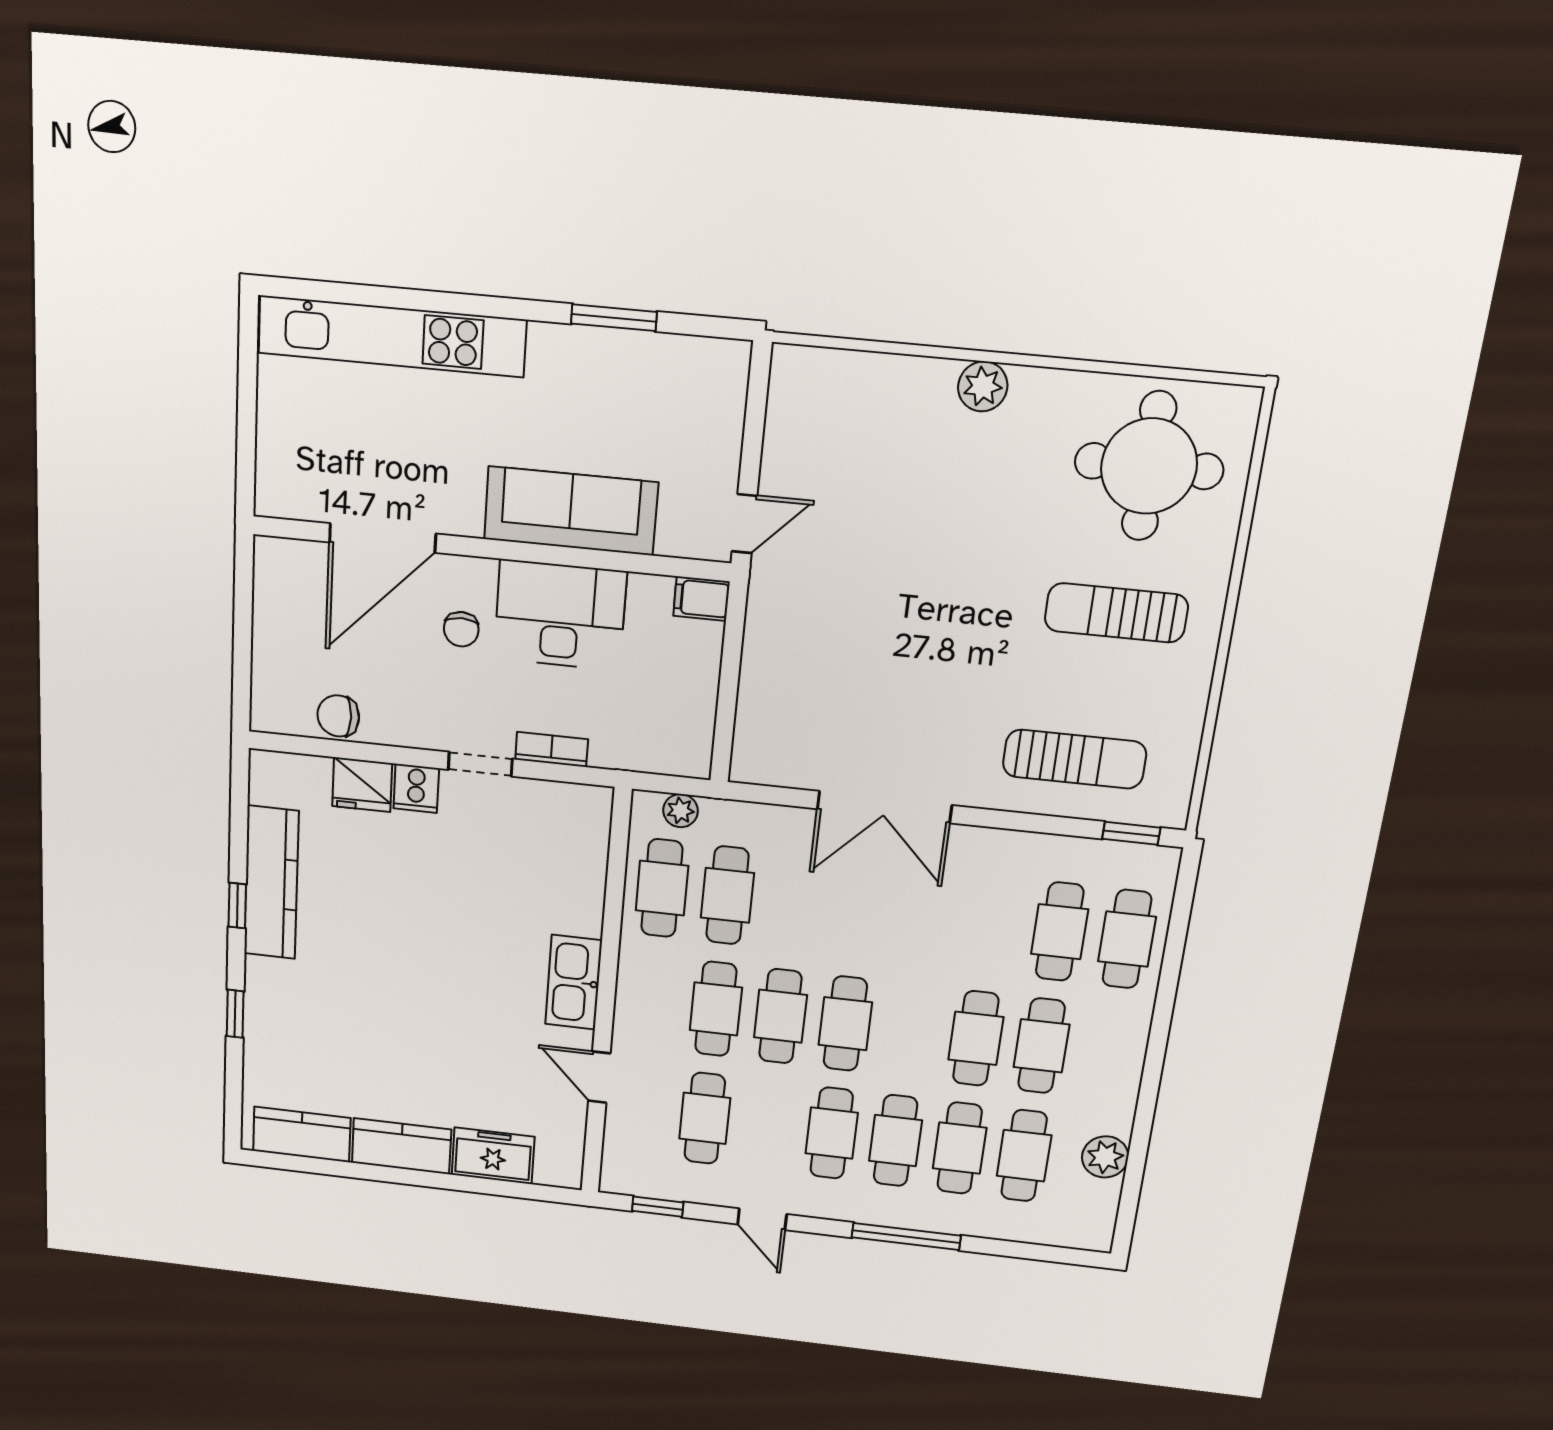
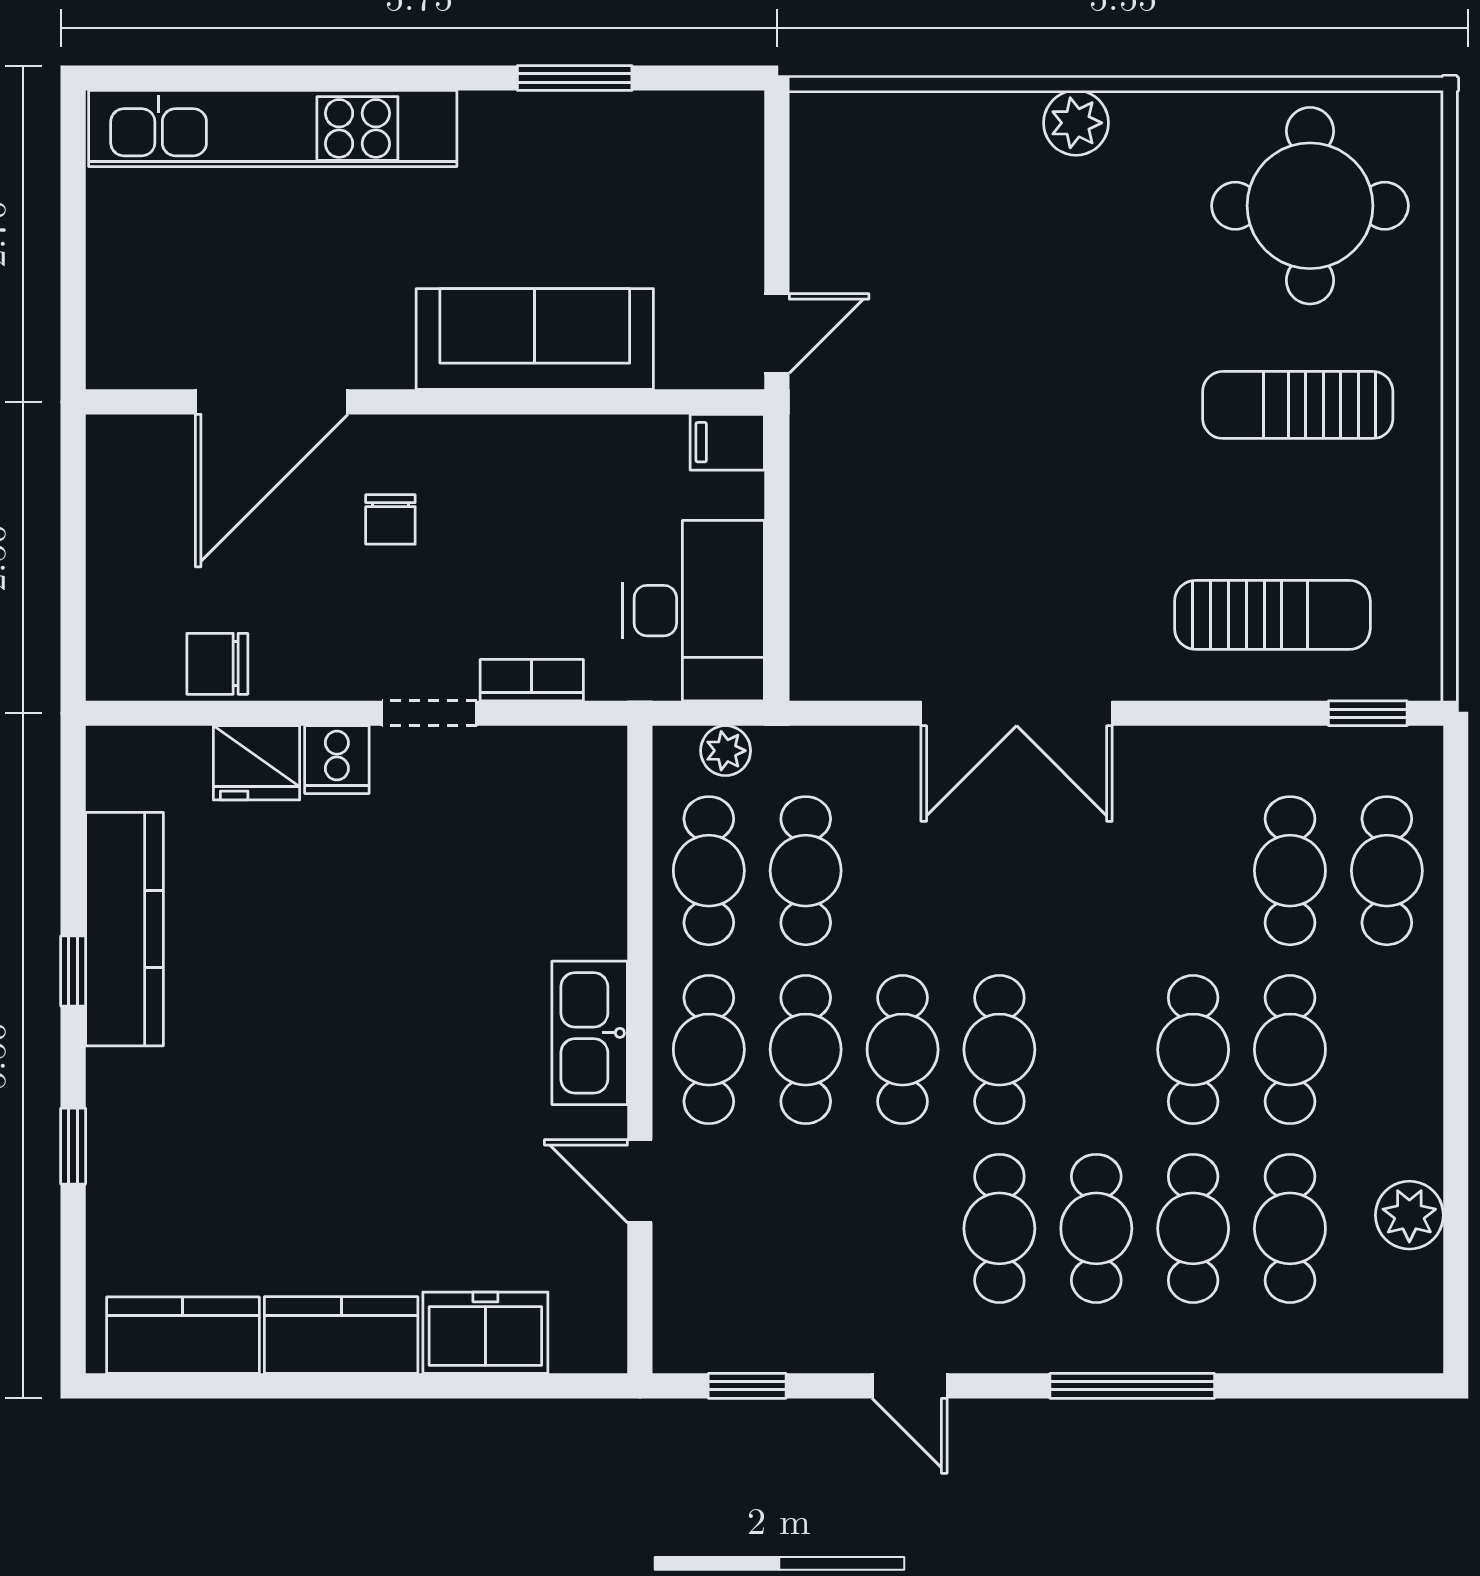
desk: (560, 615) -> (694, 611), moved, turned 90
cafe table: (705, 1118) -> (709, 1050), moved

